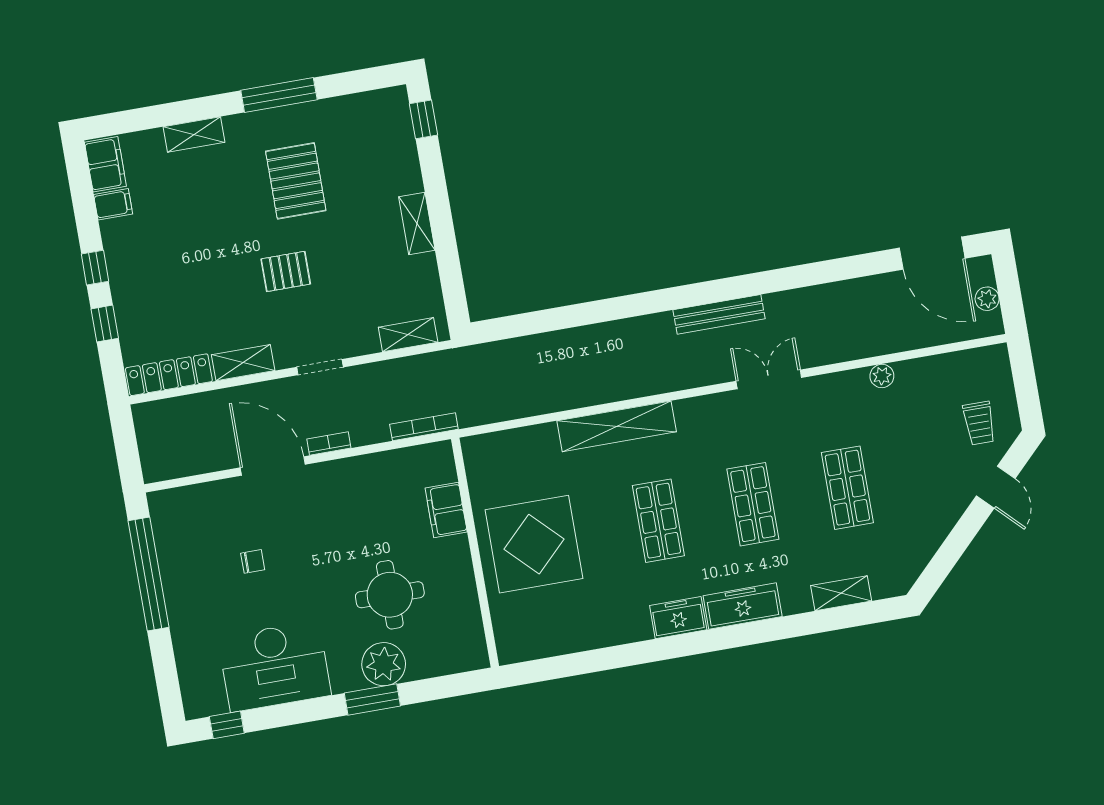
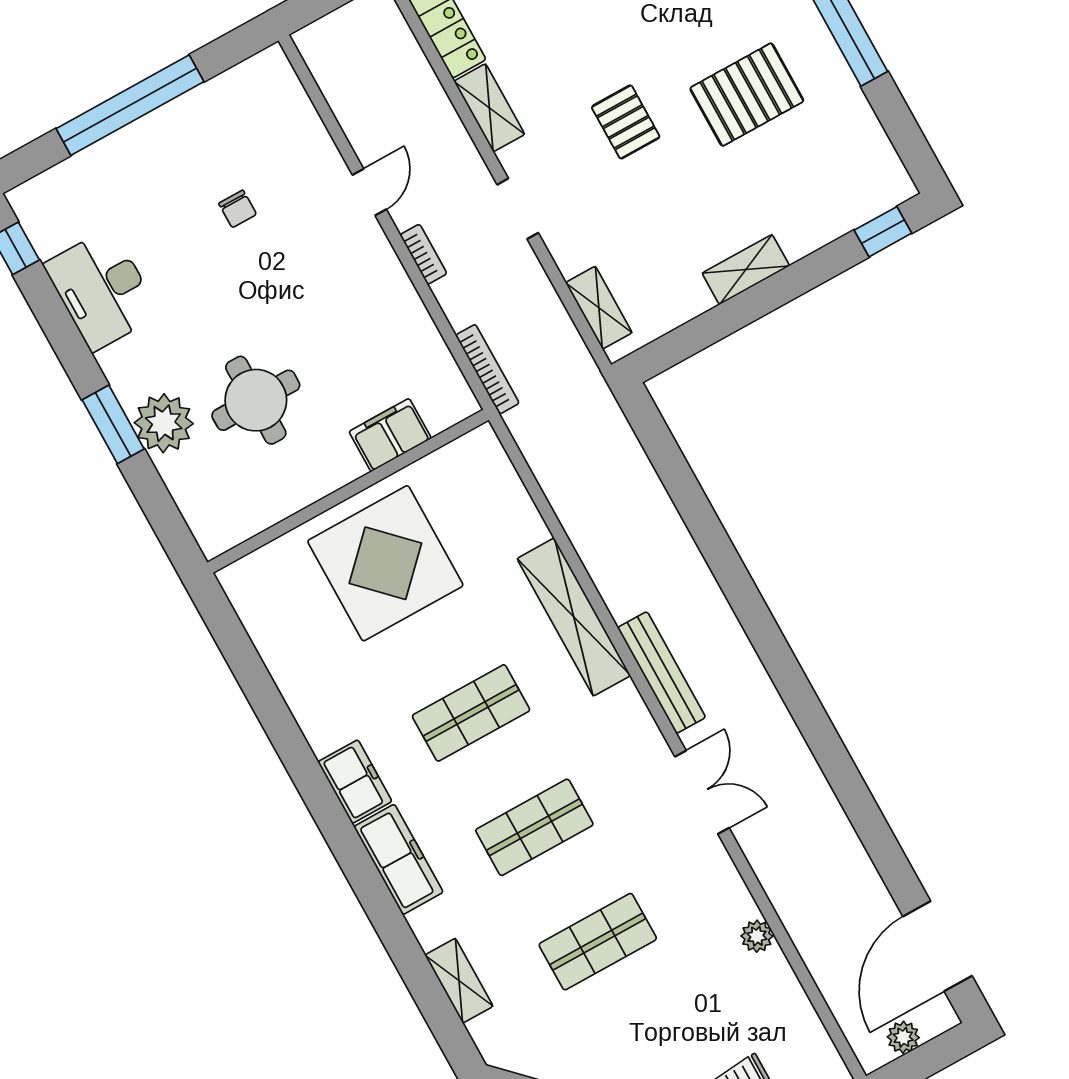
bench: (719, 314) -> (662, 673), moved
door: (273, 466) -> (369, 192), width x0.53
window: (148, 574) -> (130, 105), moved
desk: (275, 666) -> (102, 290), width x0.73, depth x0.77

